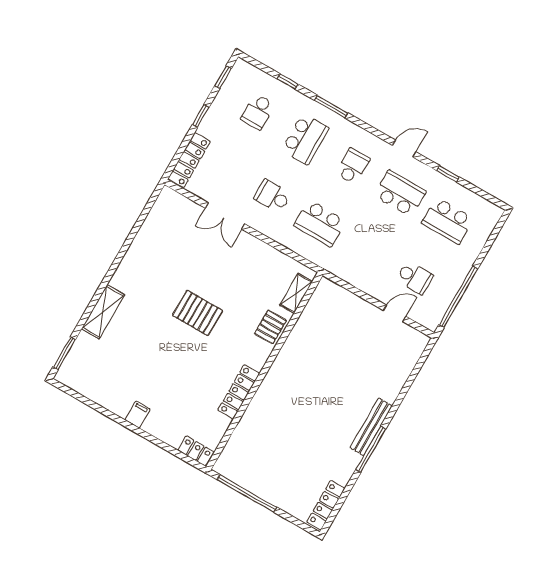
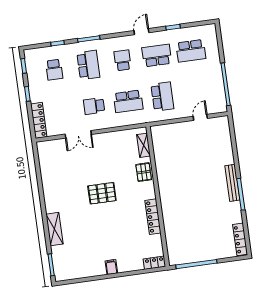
school desk: (415, 278) -> (162, 97), moved, width x1.85

